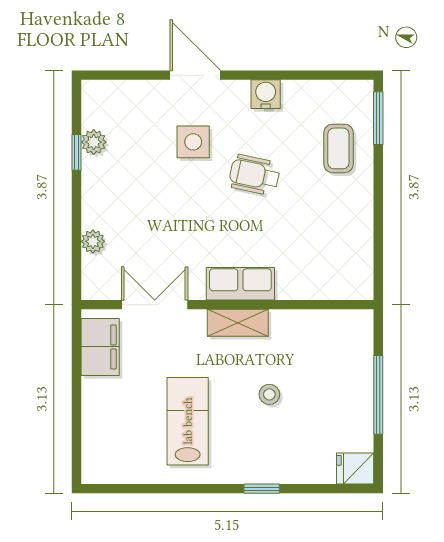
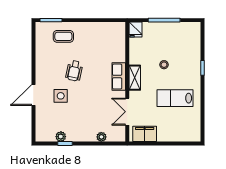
water cooler: (266, 94) -> (41, 66), removed
fridge: (355, 469) -> (135, 30), moved

